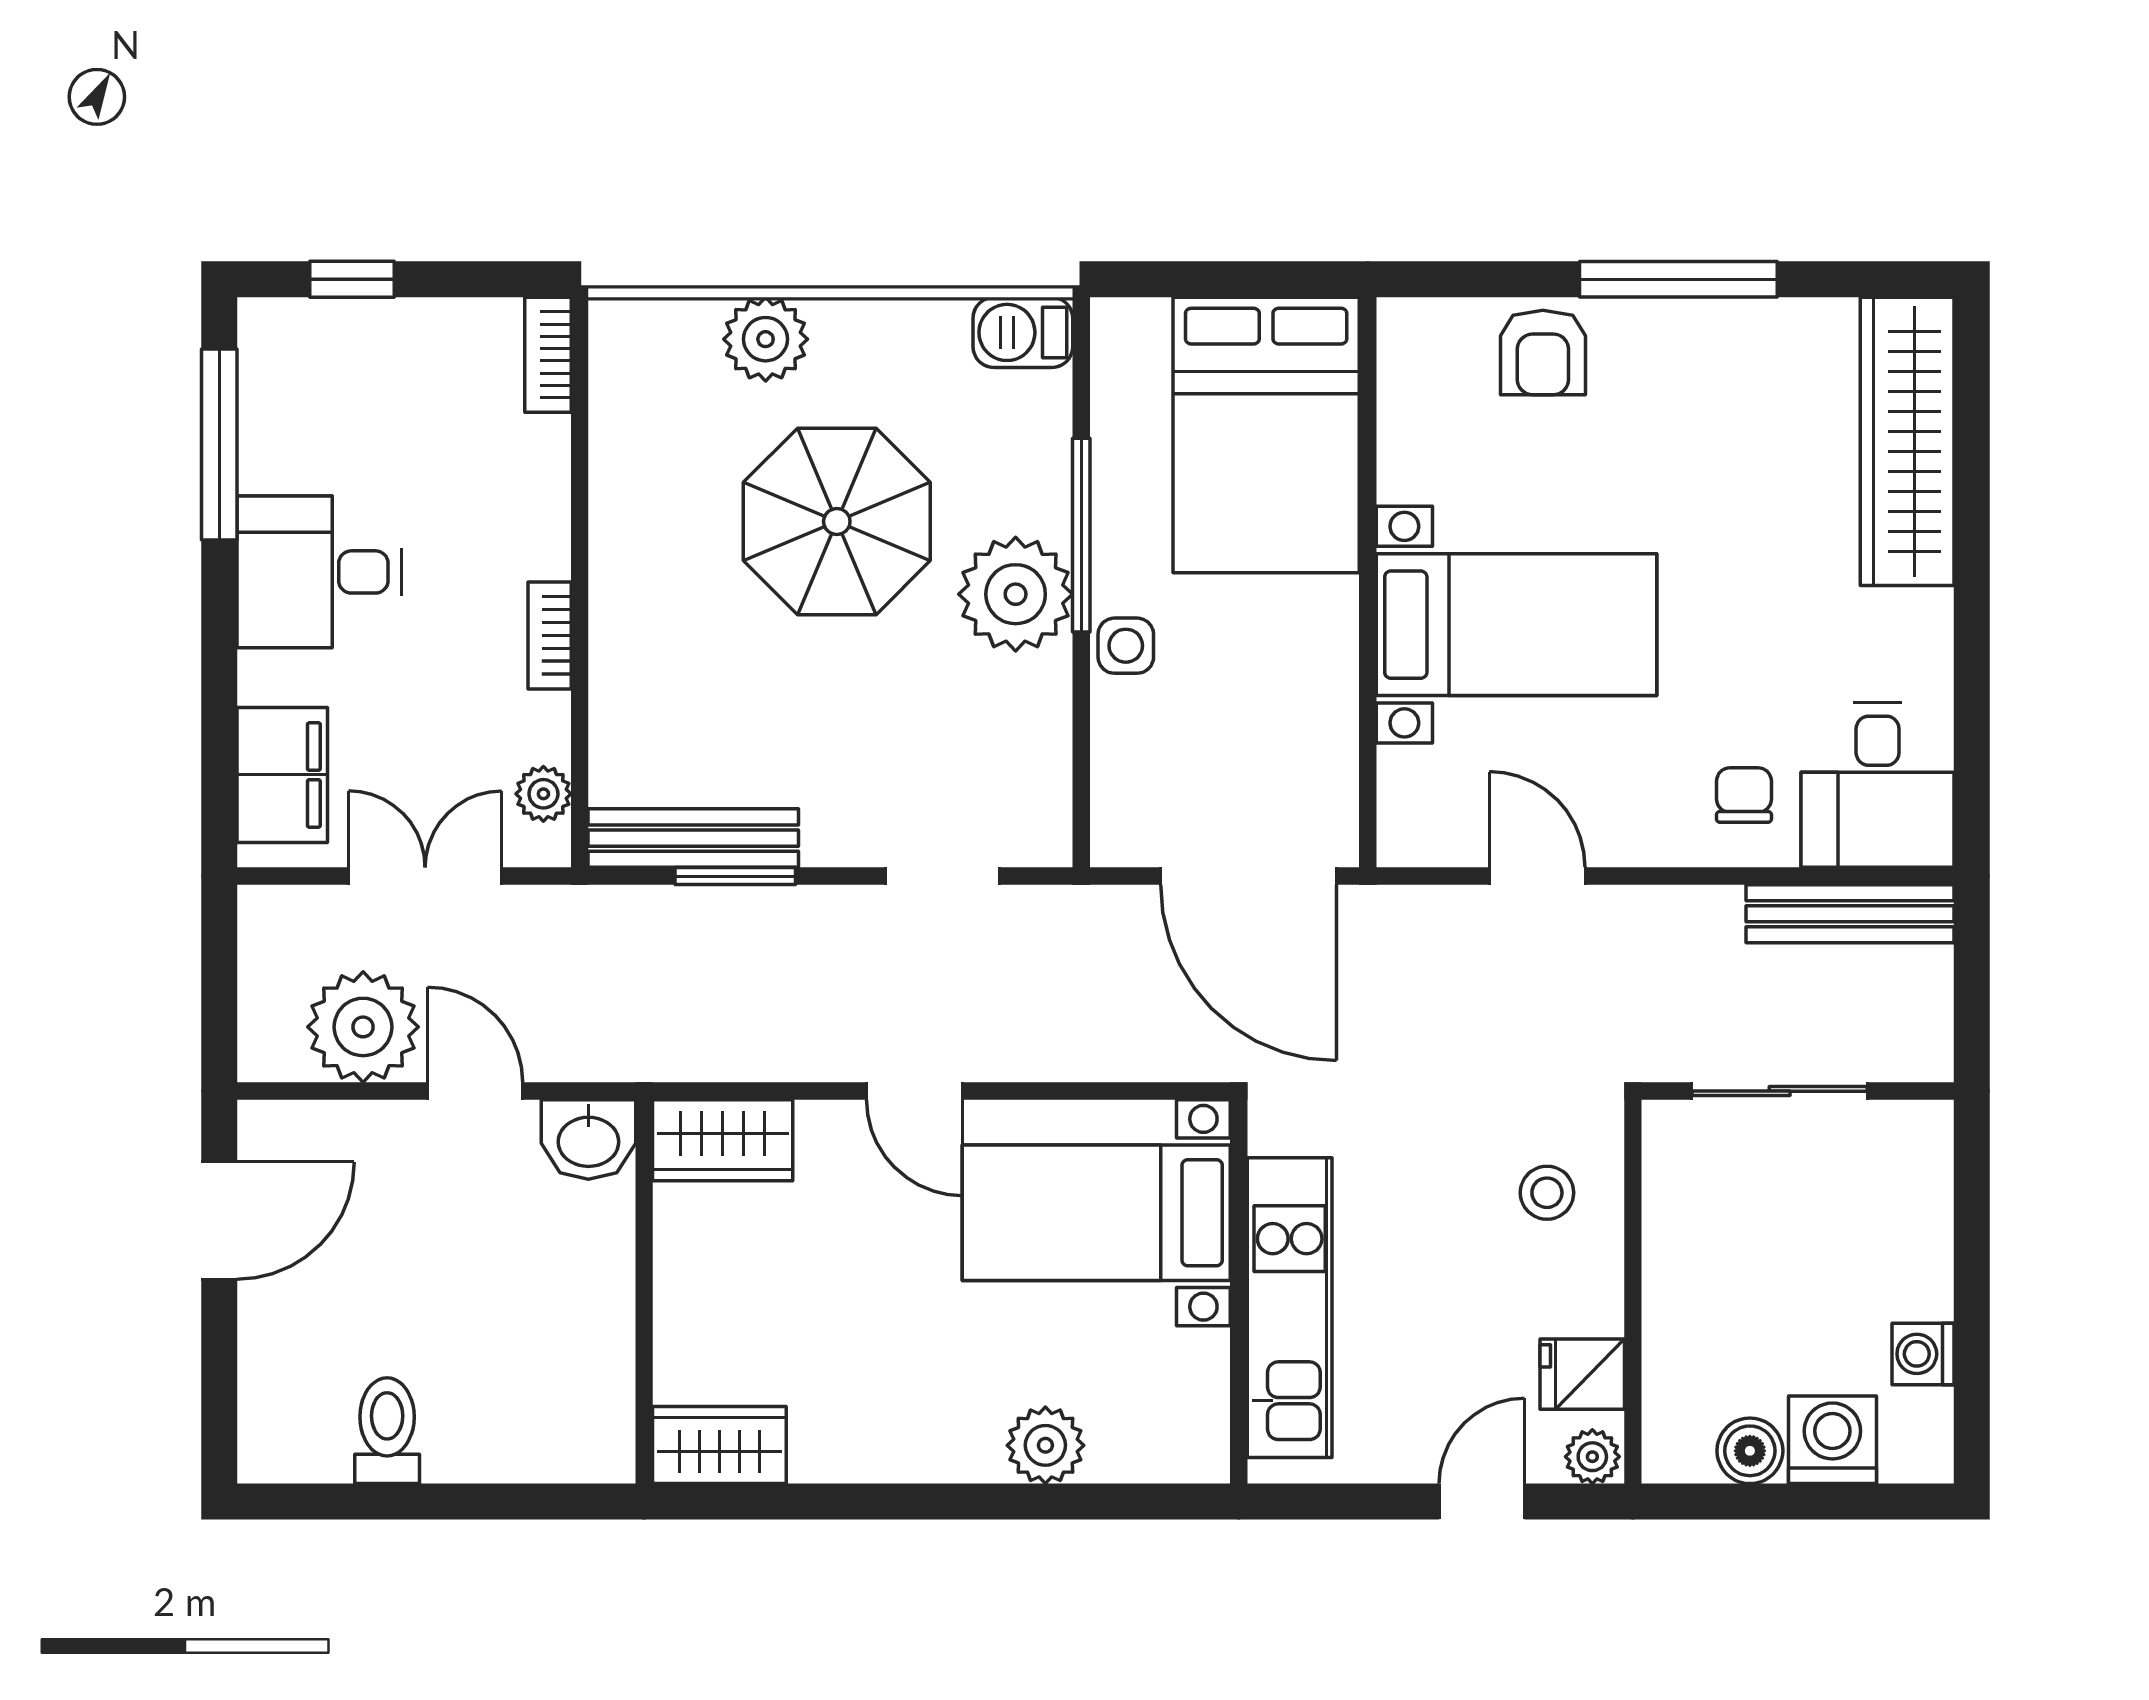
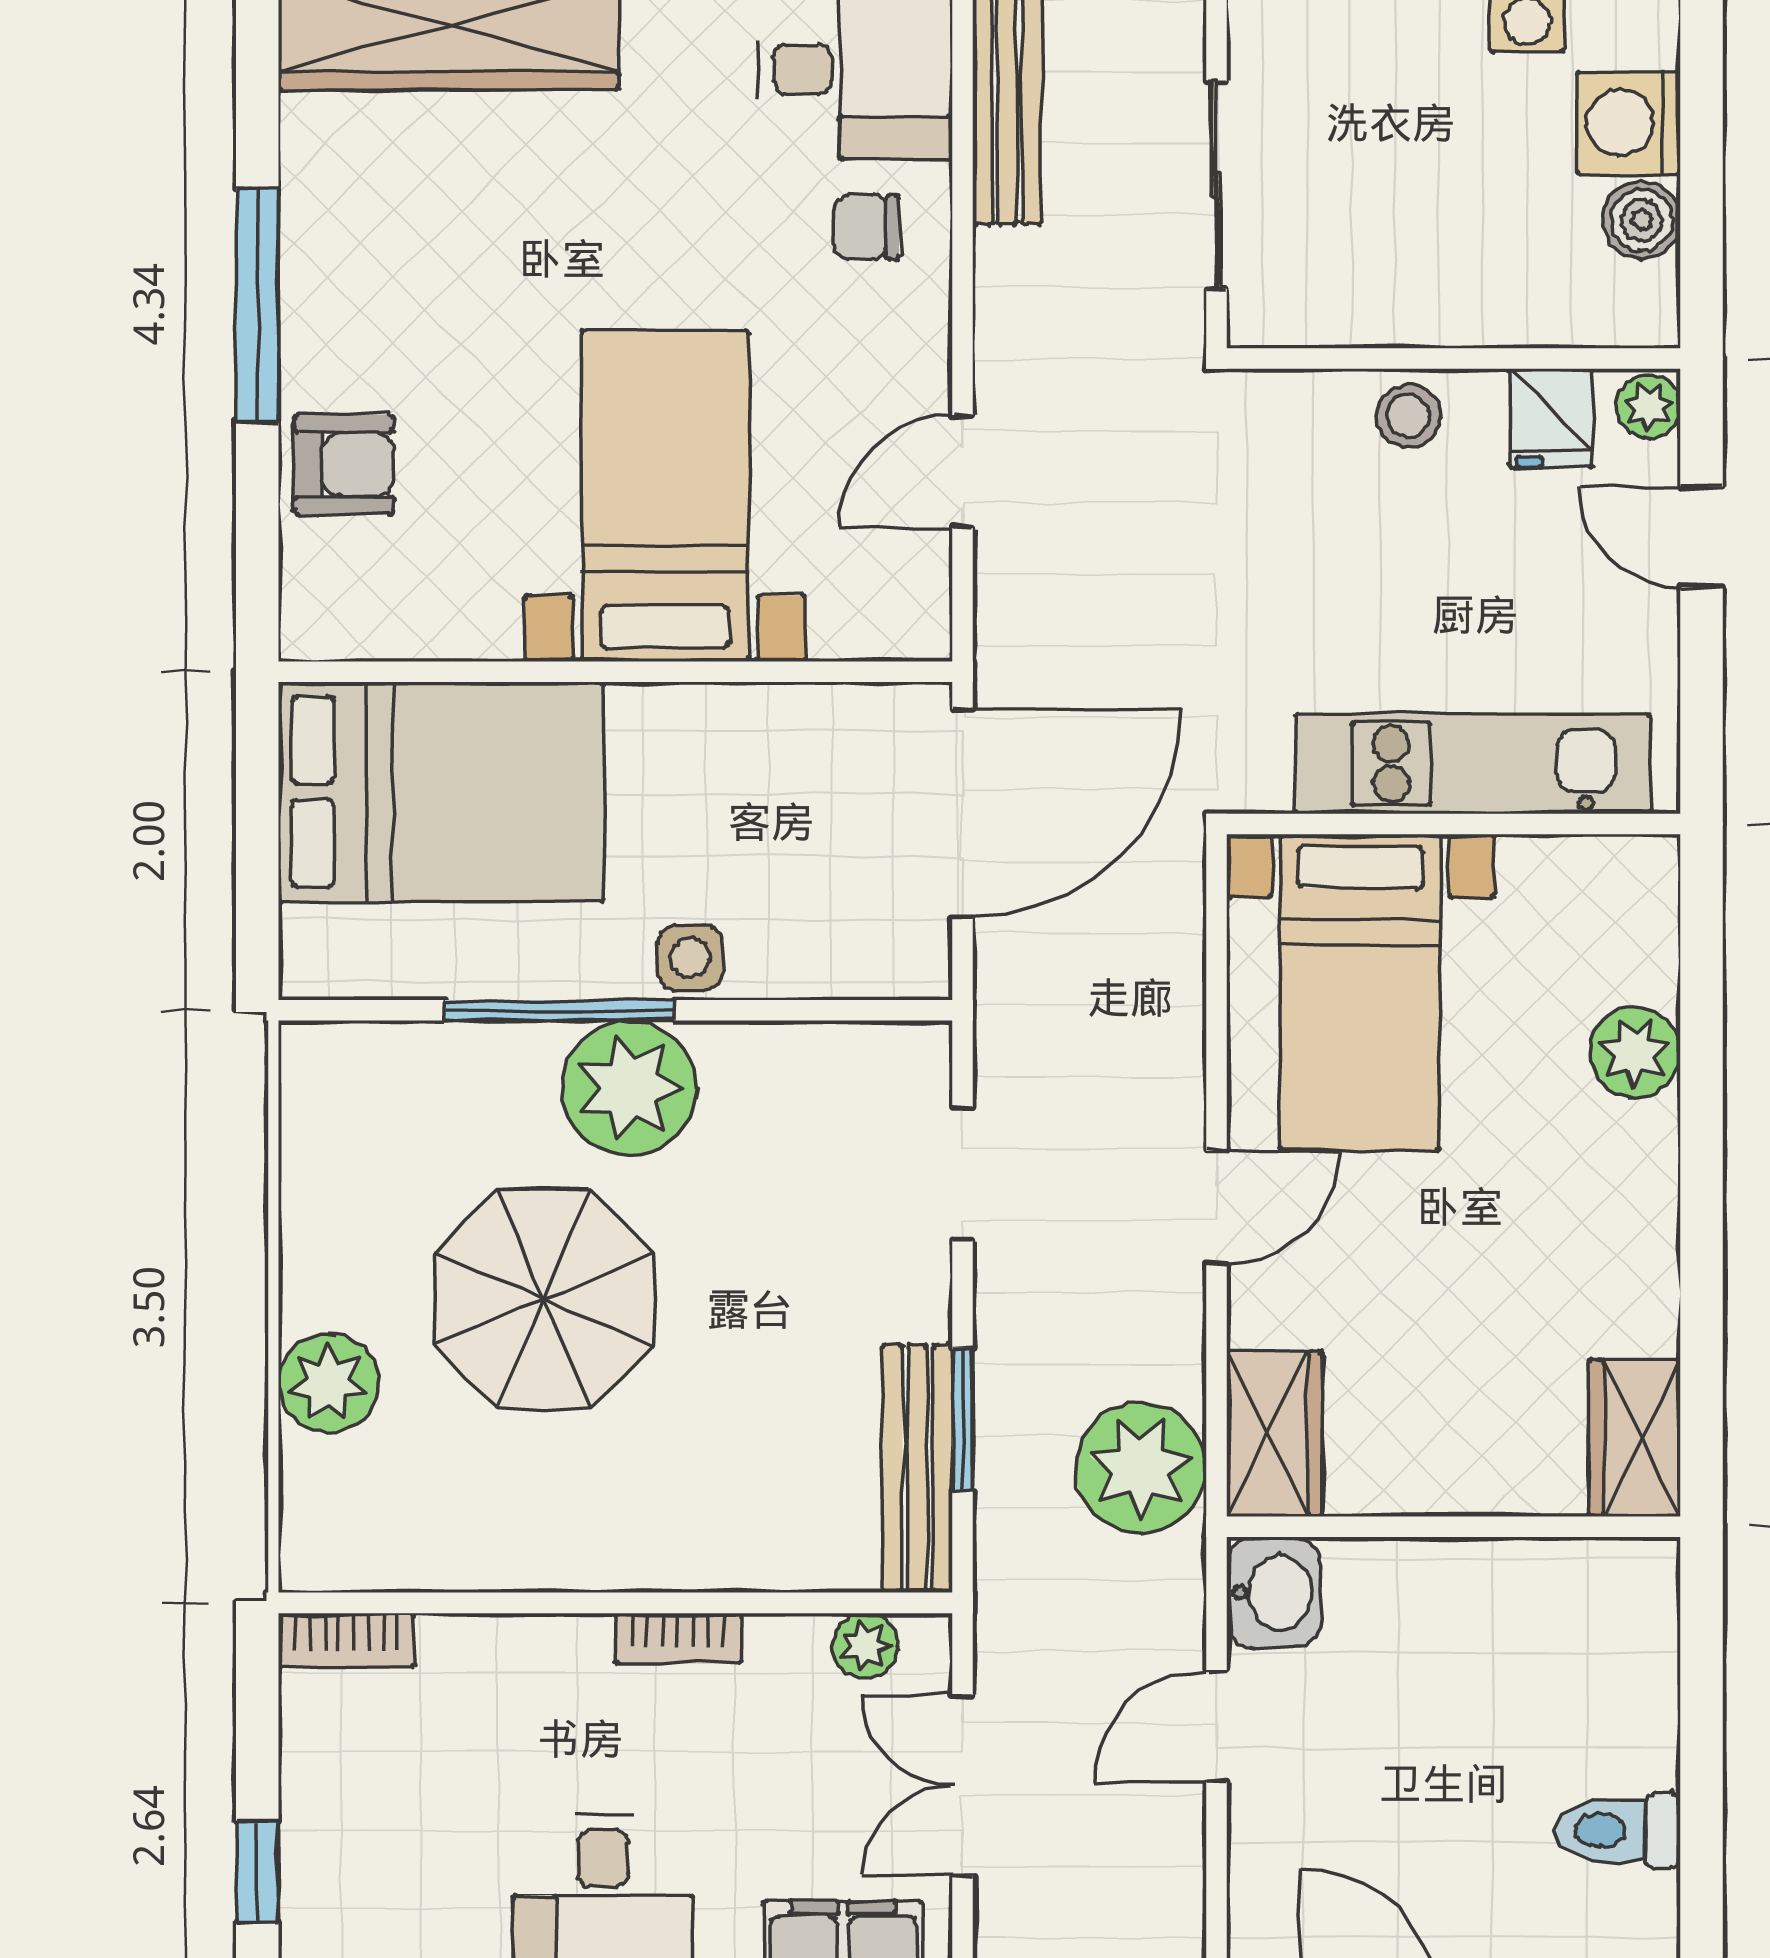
barbecue: (1023, 332) -> (320, 1079), removed
plant: (363, 1027) -> (1141, 1468), moved
stool: (1547, 1193) -> (1408, 416), moved

